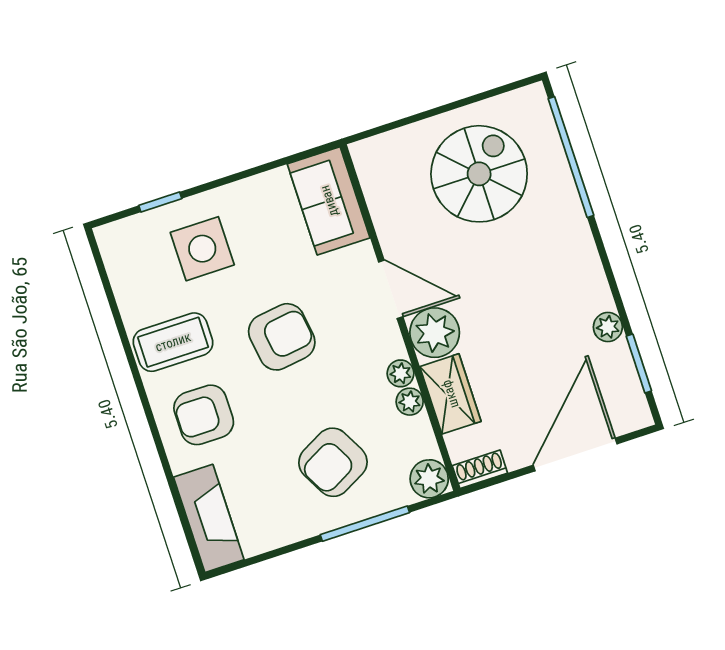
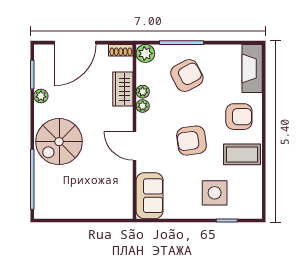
spiral stairs: (479, 174) -> (59, 142), moved
plant: (435, 333) -> (121, 119), removed

